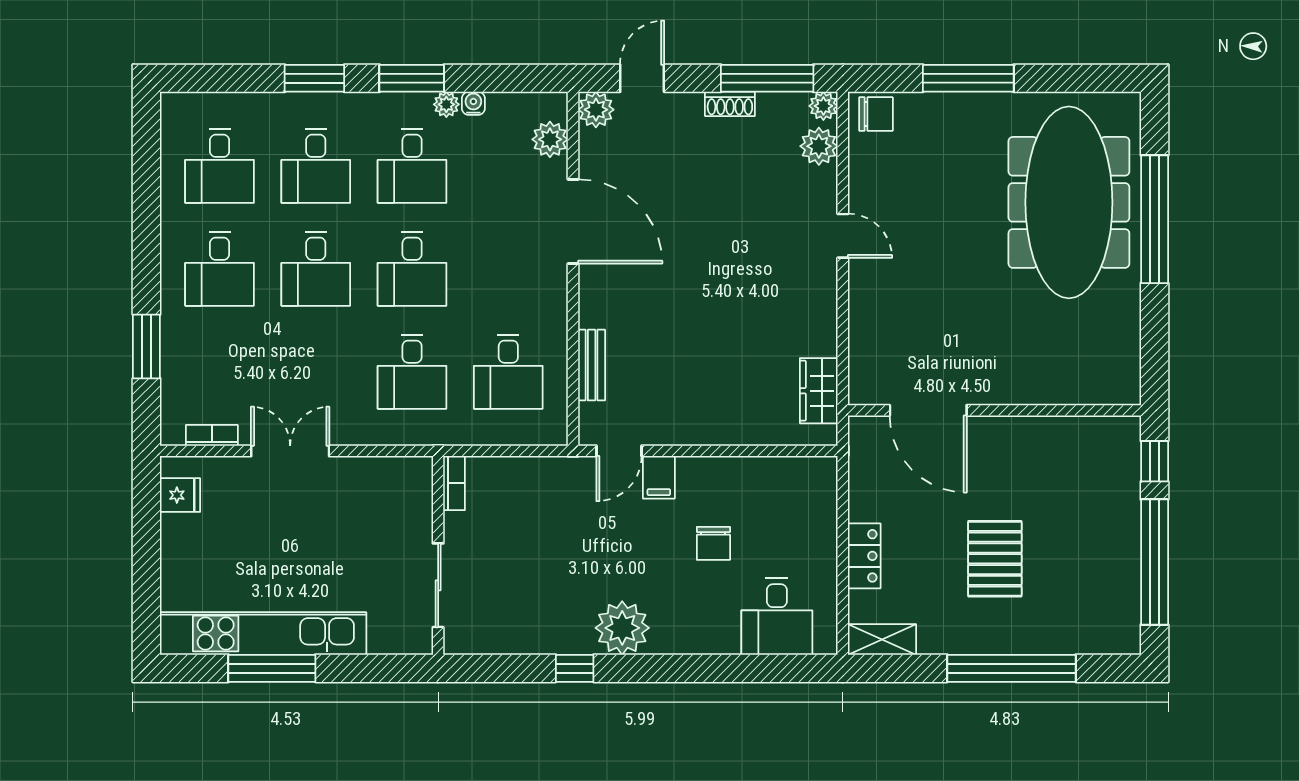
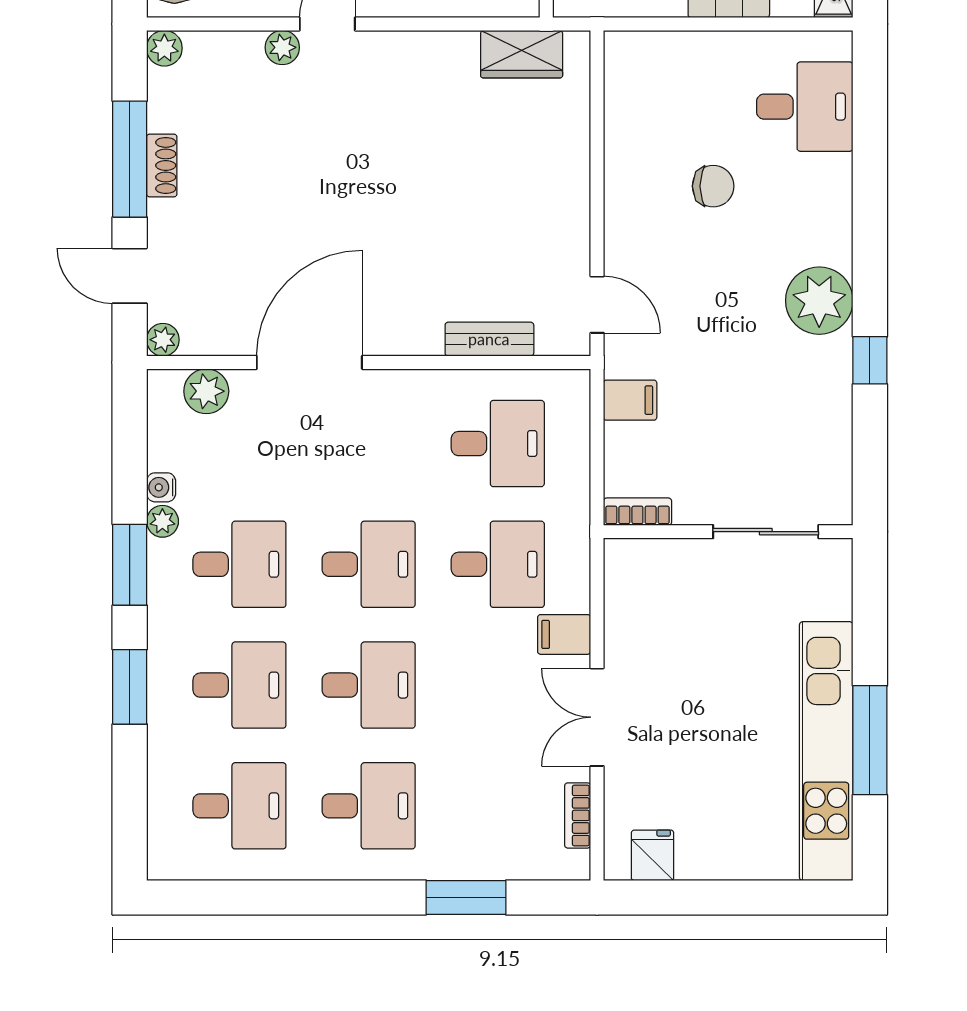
window: (767, 78) -> (130, 159), moved
plant: (596, 110) -> (163, 340), width x0.73, depth x0.73
plant: (819, 146) -> (282, 47), moved, width x0.73, depth x0.73
filing cabinet: (356, 425) -> (564, 634), added
filing cabinet: (659, 477) -> (630, 400), moved

